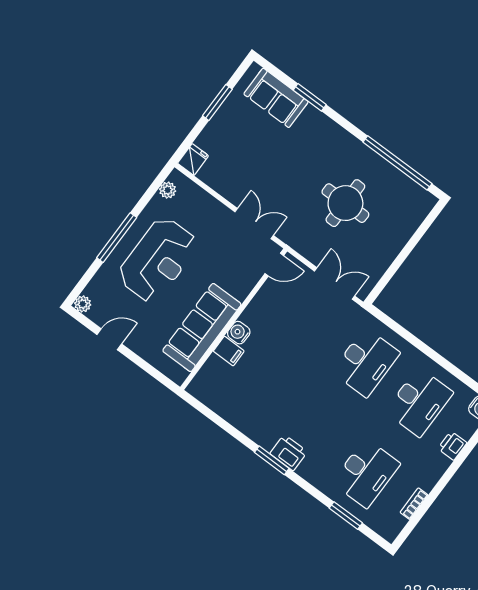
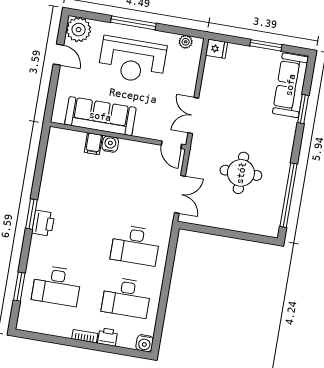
sofa: (276, 98) -> (290, 85), width x1.36
double door: (254, 224) -> (193, 115), swing flipped
plant: (83, 304) -> (79, 30), width x1.88, depth x1.88
bookcase: (414, 504) -> (85, 336), moved

